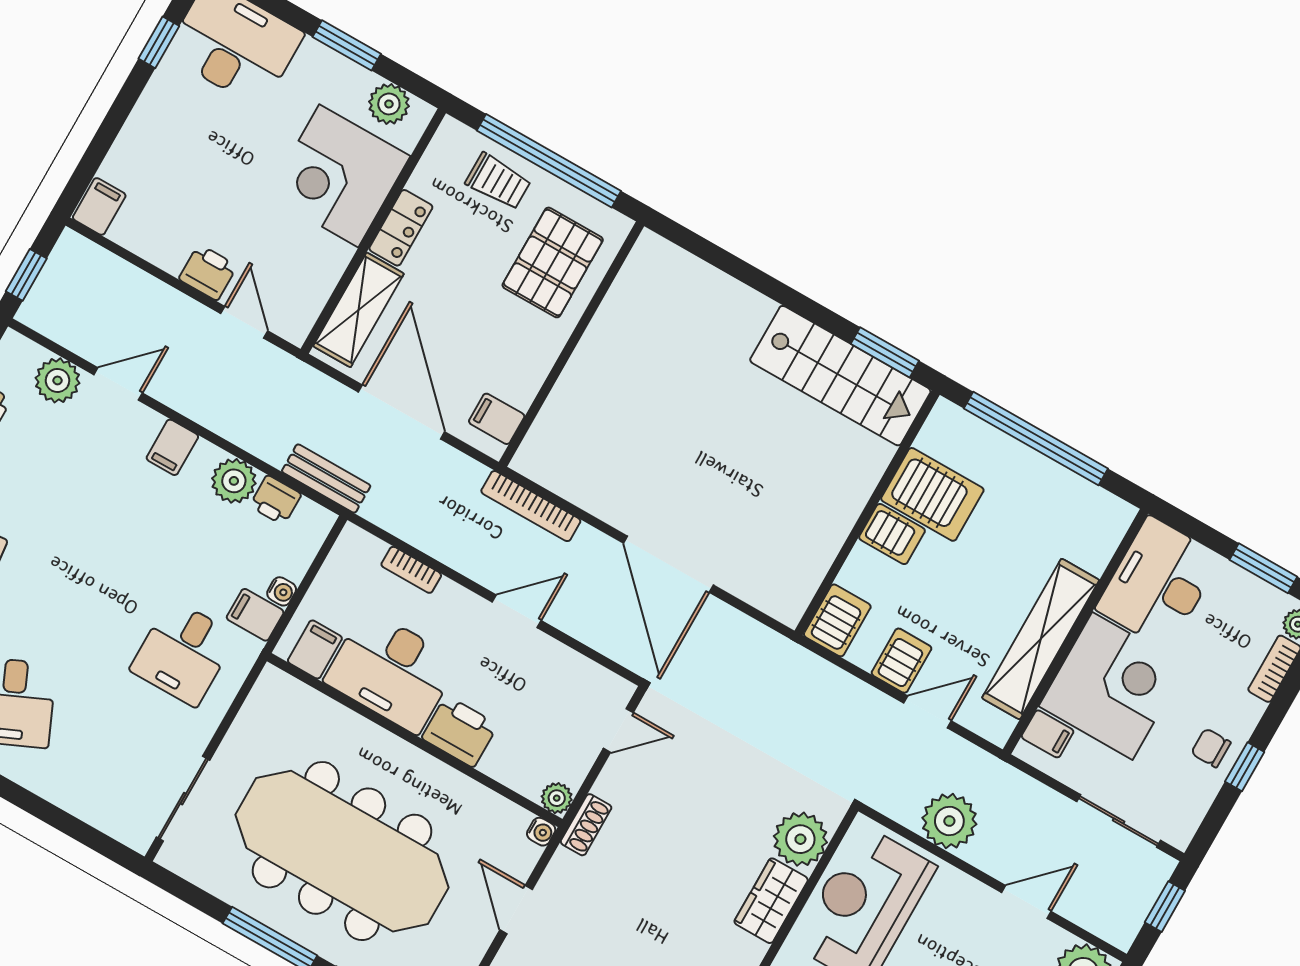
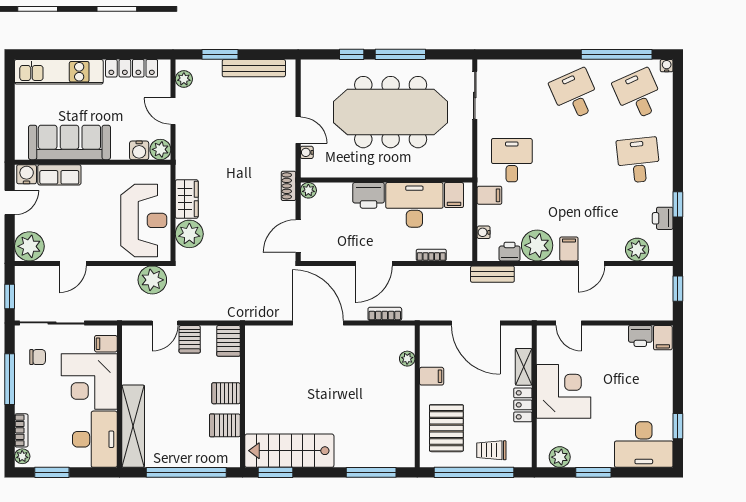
corner desk: (339, 176) -> (564, 391), moved
window: (723, 260) -> (371, 472), added
printer: (208, 272) -> (640, 336), moved
shelving: (359, 310) -> (524, 367), width x0.67, depth x0.75
door: (118, 384) -> (591, 263), moved
plant: (552, 418) -> (407, 359), added
filing cabinet: (497, 419) -> (432, 376), moved
plant: (234, 481) -> (537, 245), width x1.36, depth x1.36
server rack: (932, 494) -> (225, 425), width x0.73, depth x0.70
bookcase: (531, 506) -> (385, 314), width x0.64
water cooler: (282, 591) -> (484, 232), moved
door: (517, 611) -> (374, 263), width x1.38
shelving: (1041, 639) -> (133, 426), moved
door: (618, 730) -> (298, 236), width x1.38
chair: (1211, 748) -> (38, 357), moved
window: (1245, 767) -> (10, 379), width x2.17
plant: (949, 821) -> (152, 280), moved
sliding door: (1119, 821) -> (52, 323), width x1.37
water cooler: (541, 832) -> (307, 152), moved

